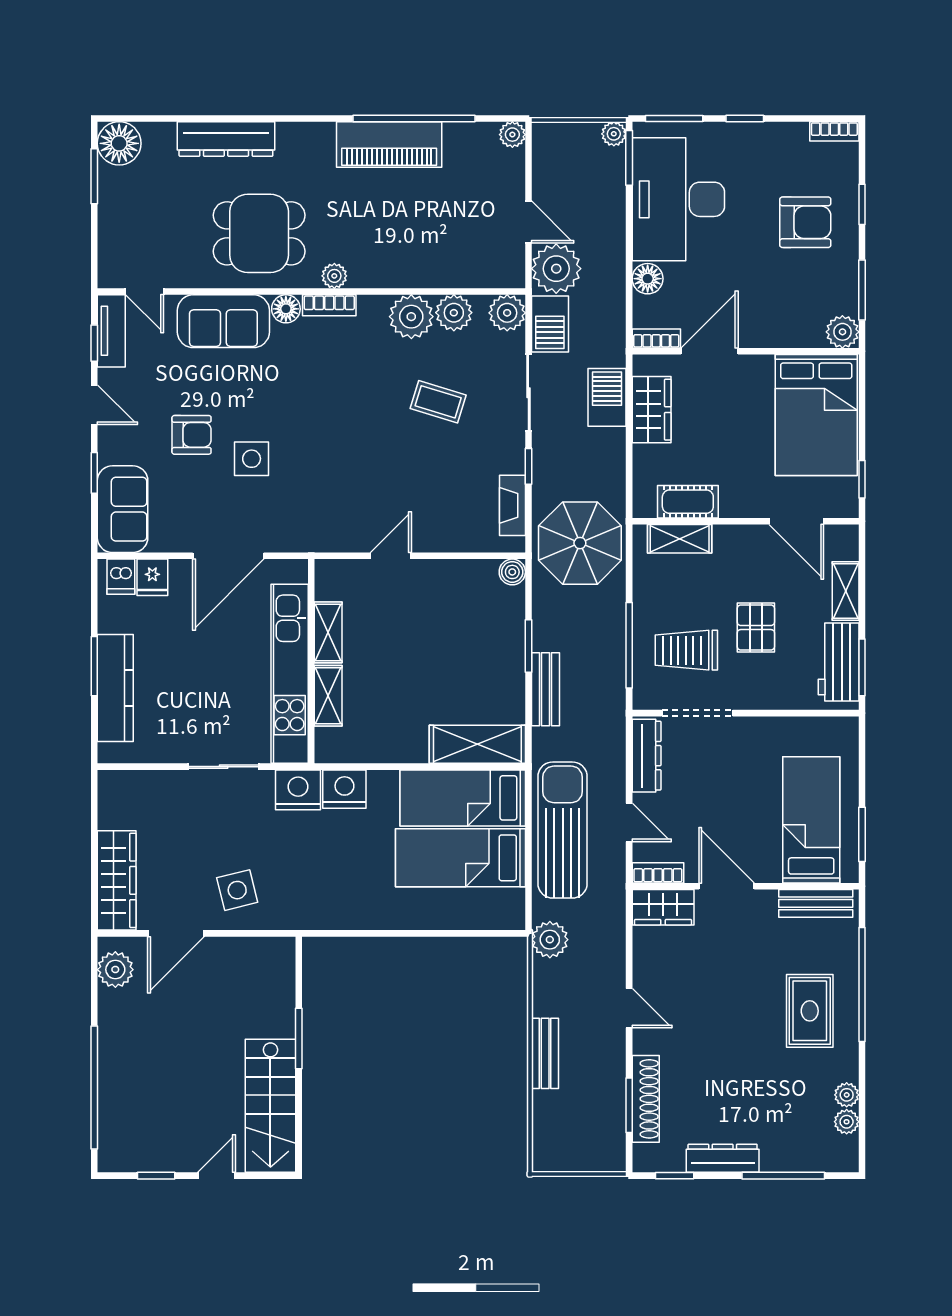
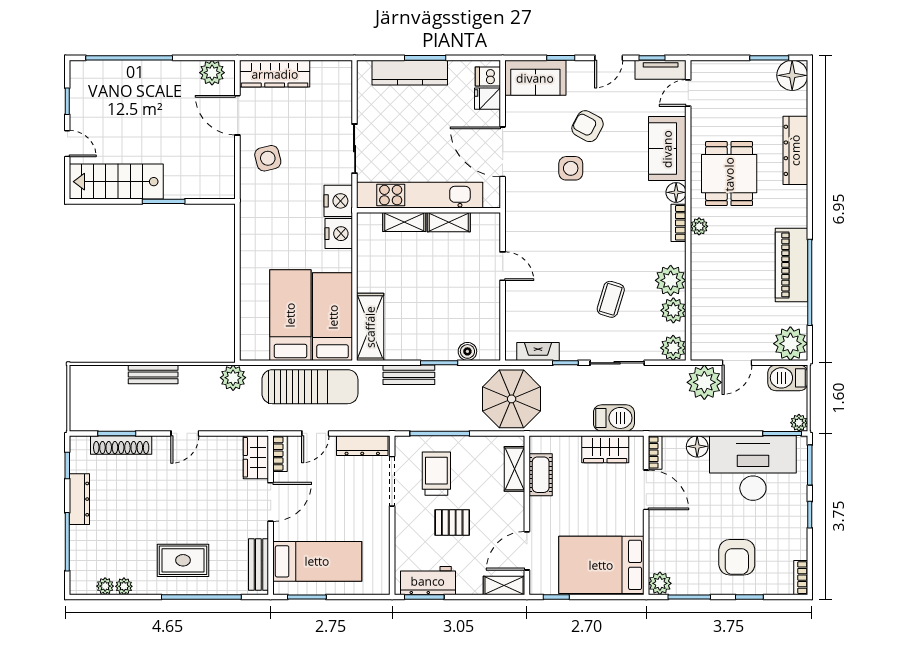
plant: (512, 135) -> (790, 344), width x1.88, depth x1.88
barbecue: (550, 324) -> (788, 378), moved
armchair: (192, 435) -> (588, 126), turned 118
boiler: (512, 572) -> (467, 351), moved
shelving: (846, 591) -> (504, 585), moved

